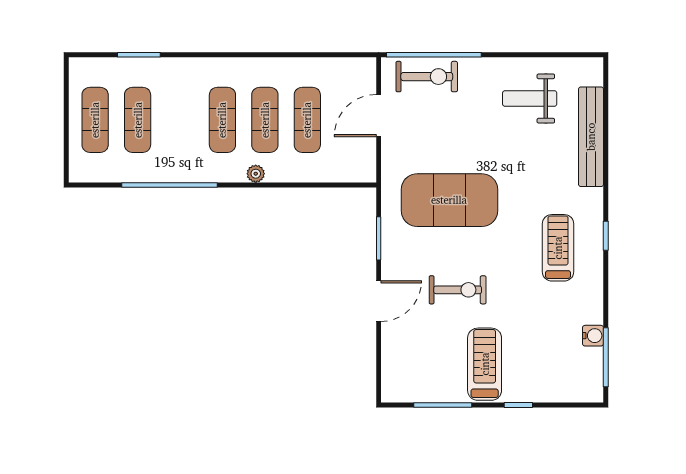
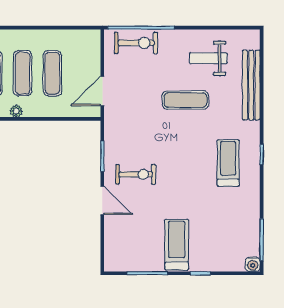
door: (379, 116) -> (102, 91), moved
exercise mat: (449, 200) -> (185, 100), moved, width x0.50, depth x0.69
exercise bike: (458, 290) -> (136, 174), moved
door: (379, 301) -> (102, 200), hinge flipped
water cooler: (593, 336) -> (253, 264), moved, turned 90

